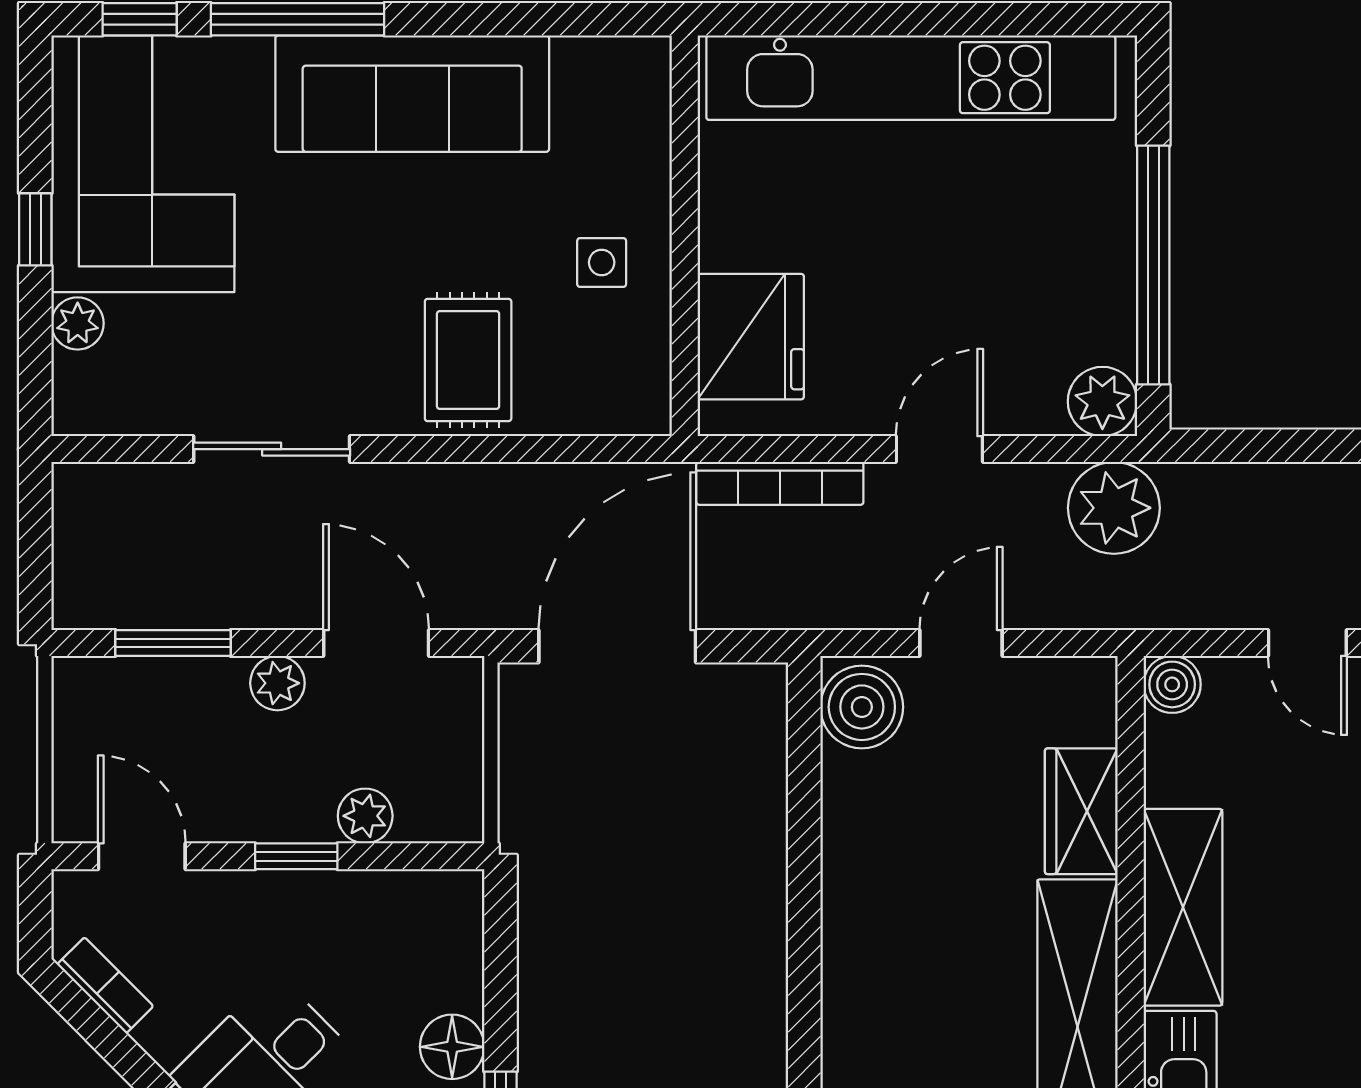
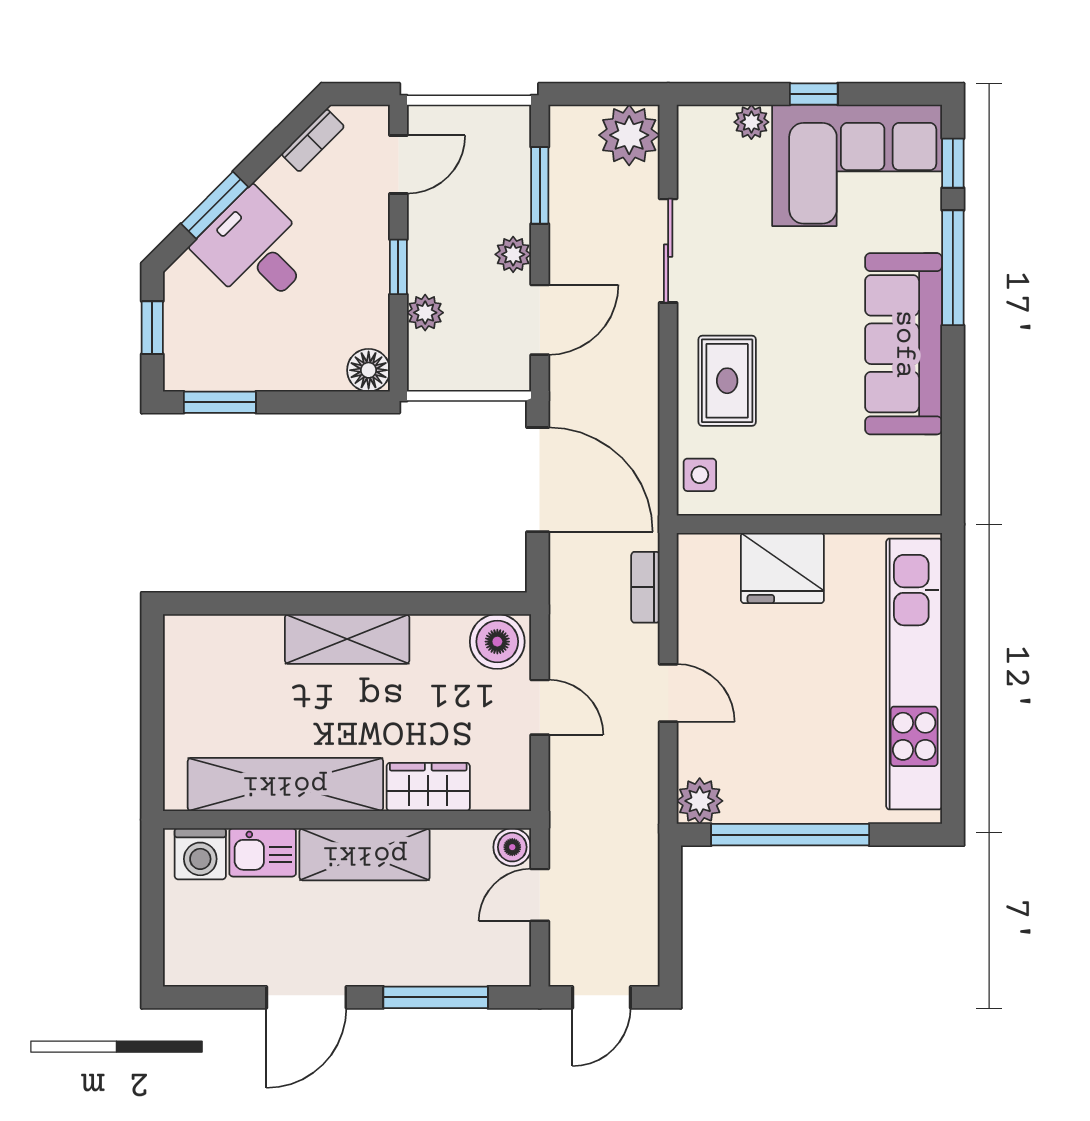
side table: (602, 262) -> (700, 475), moved
fridge: (751, 337) -> (782, 568), moved
rug: (468, 360) -> (727, 381), turned 90
bookcase: (780, 483) -> (645, 587), width x0.64
plant: (1114, 508) -> (629, 135), moved
door: (1307, 643) -> (540, 895), moved
shelving: (858, 934) -> (347, 639), added
floor lamp: (452, 1047) -> (369, 370), moved

